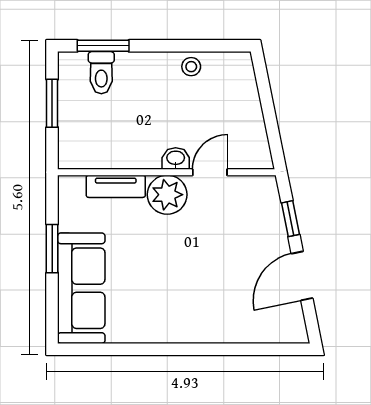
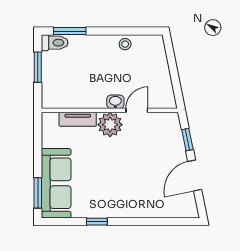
toilet: (101, 73) -> (55, 43), moved, turned -90
window: (52, 249) -> (38, 193), moved
window: (146, 349) -> (97, 222), added

